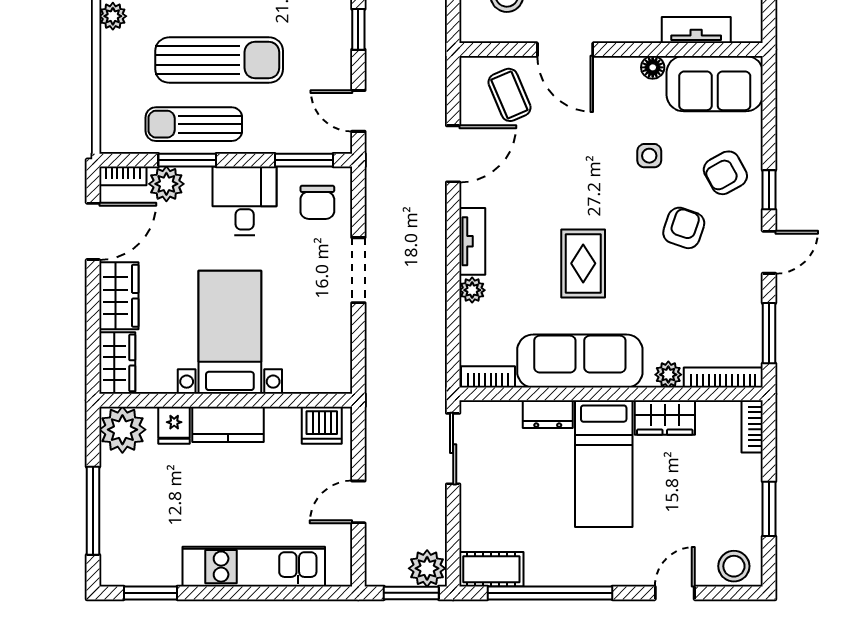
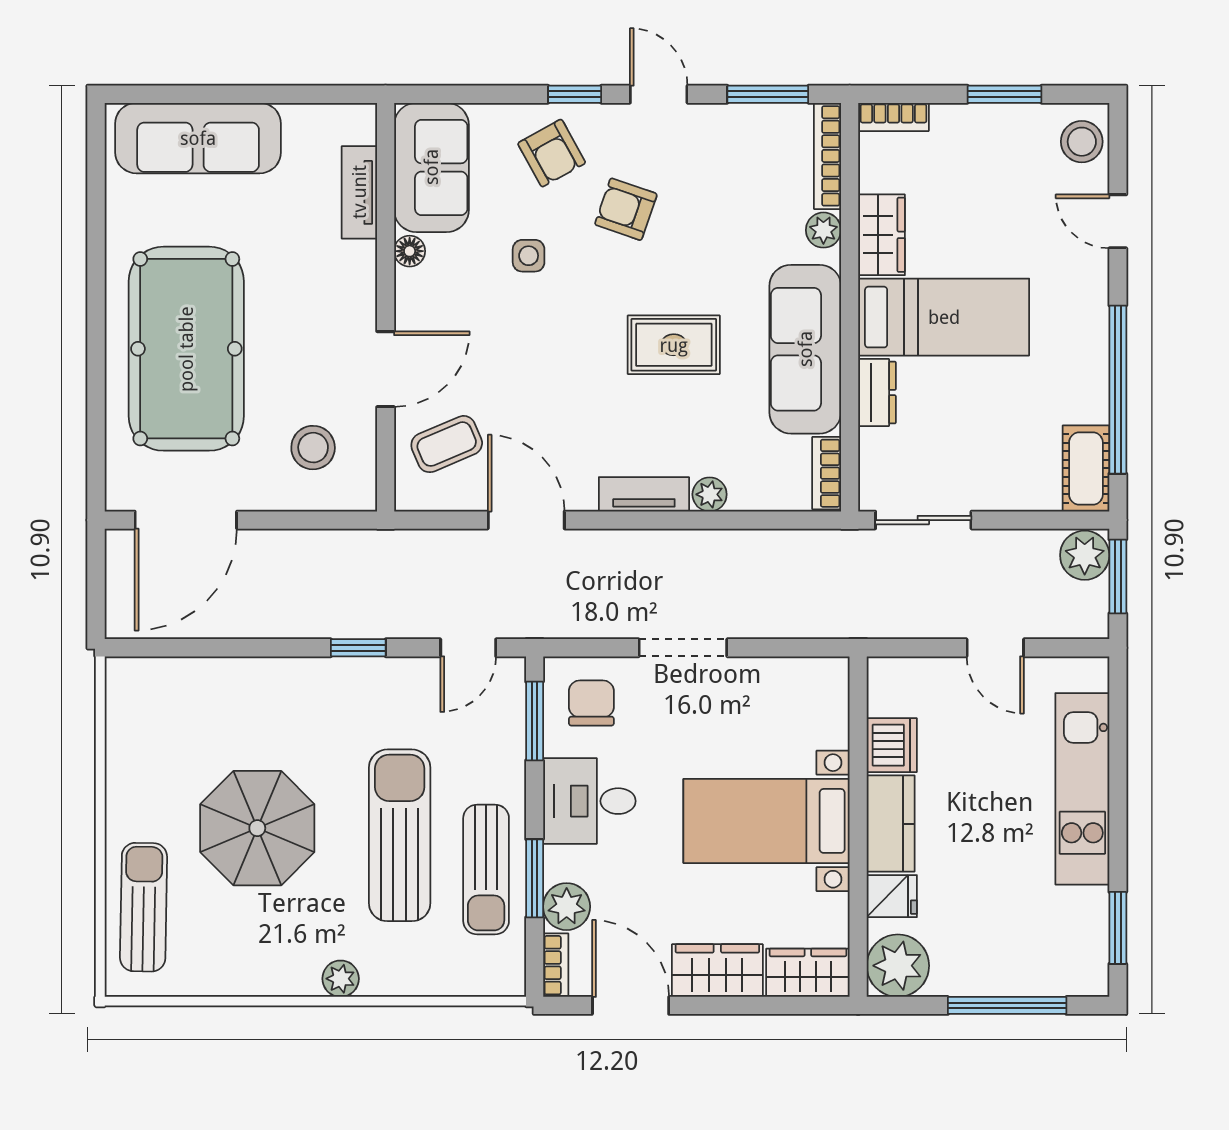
chair: (317, 202) -> (591, 703), turned -90
dishwasher: (322, 425) -> (892, 745), moved

